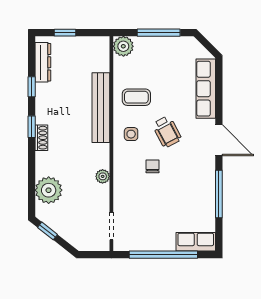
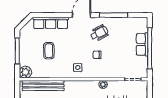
coffee table: (136, 97) -> (49, 51), moved
bench: (101, 108) -> (43, 86), moved
wheelchair: (167, 132) -> (99, 33), moved
row of seats: (196, 242) -> (142, 44), moved

